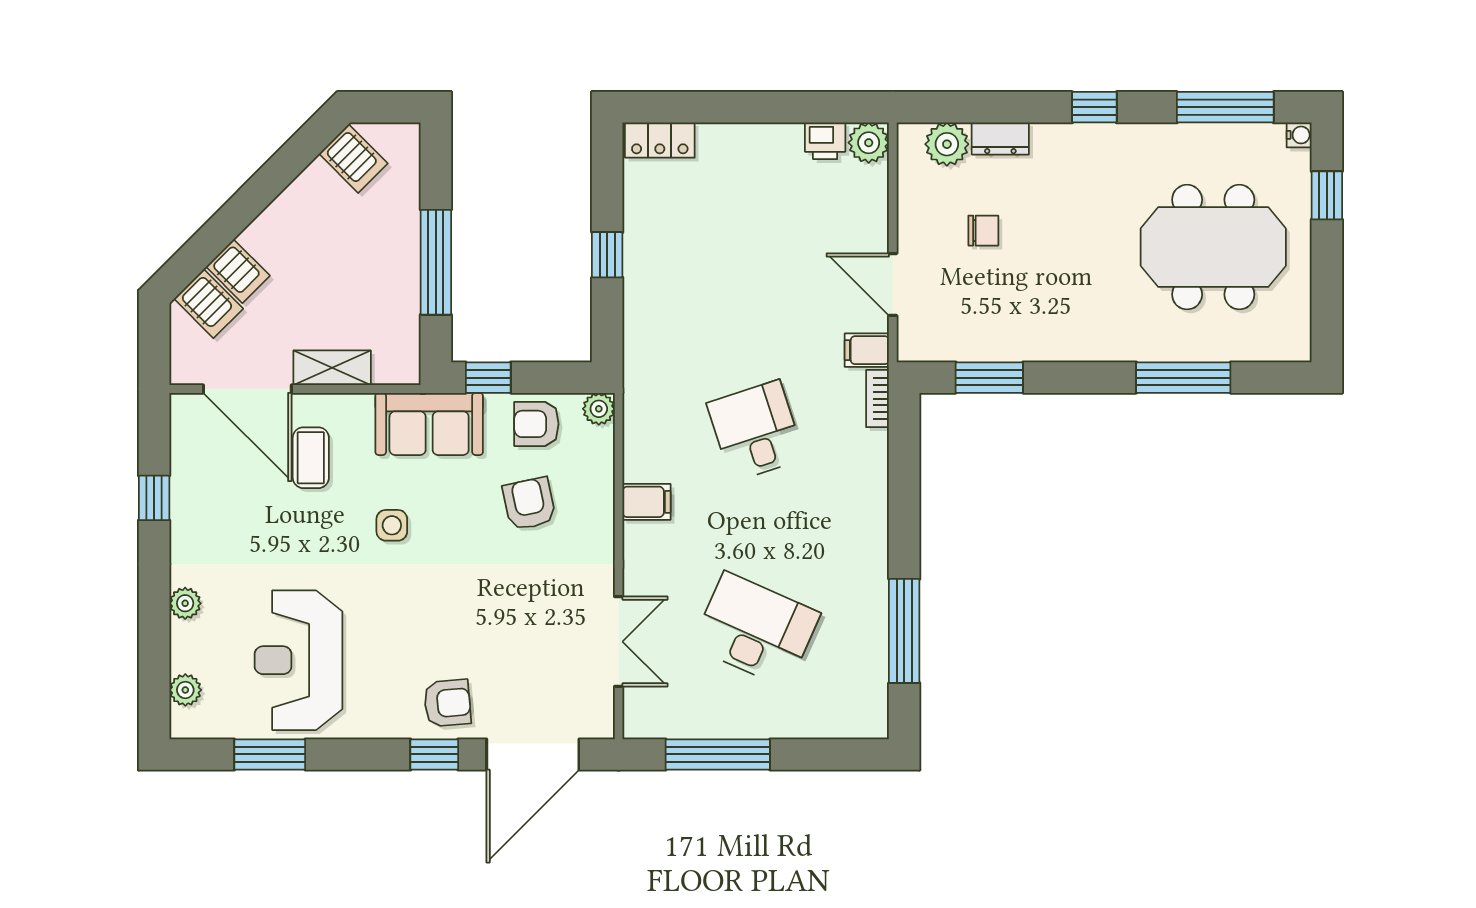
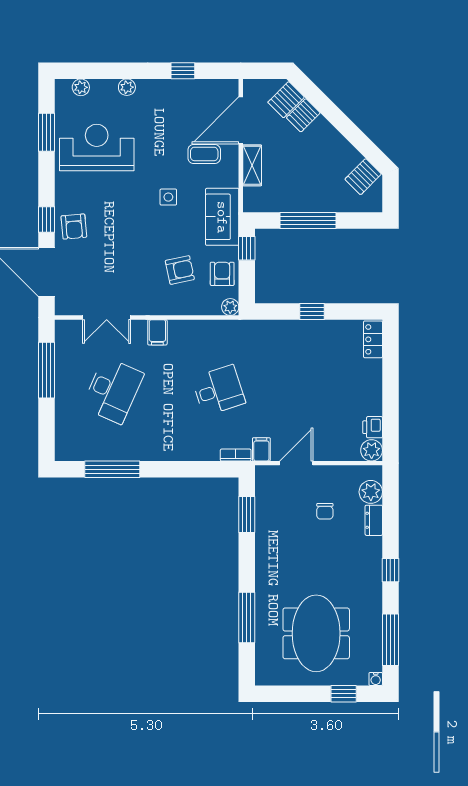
filing cabinet: (647, 502) -> (157, 332), moved

